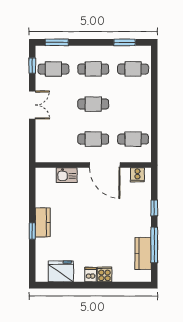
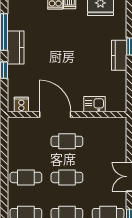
cafe table: (133, 139) -> (26, 177), moved
kitchen counter: (143, 253) -> (16, 47), moved

